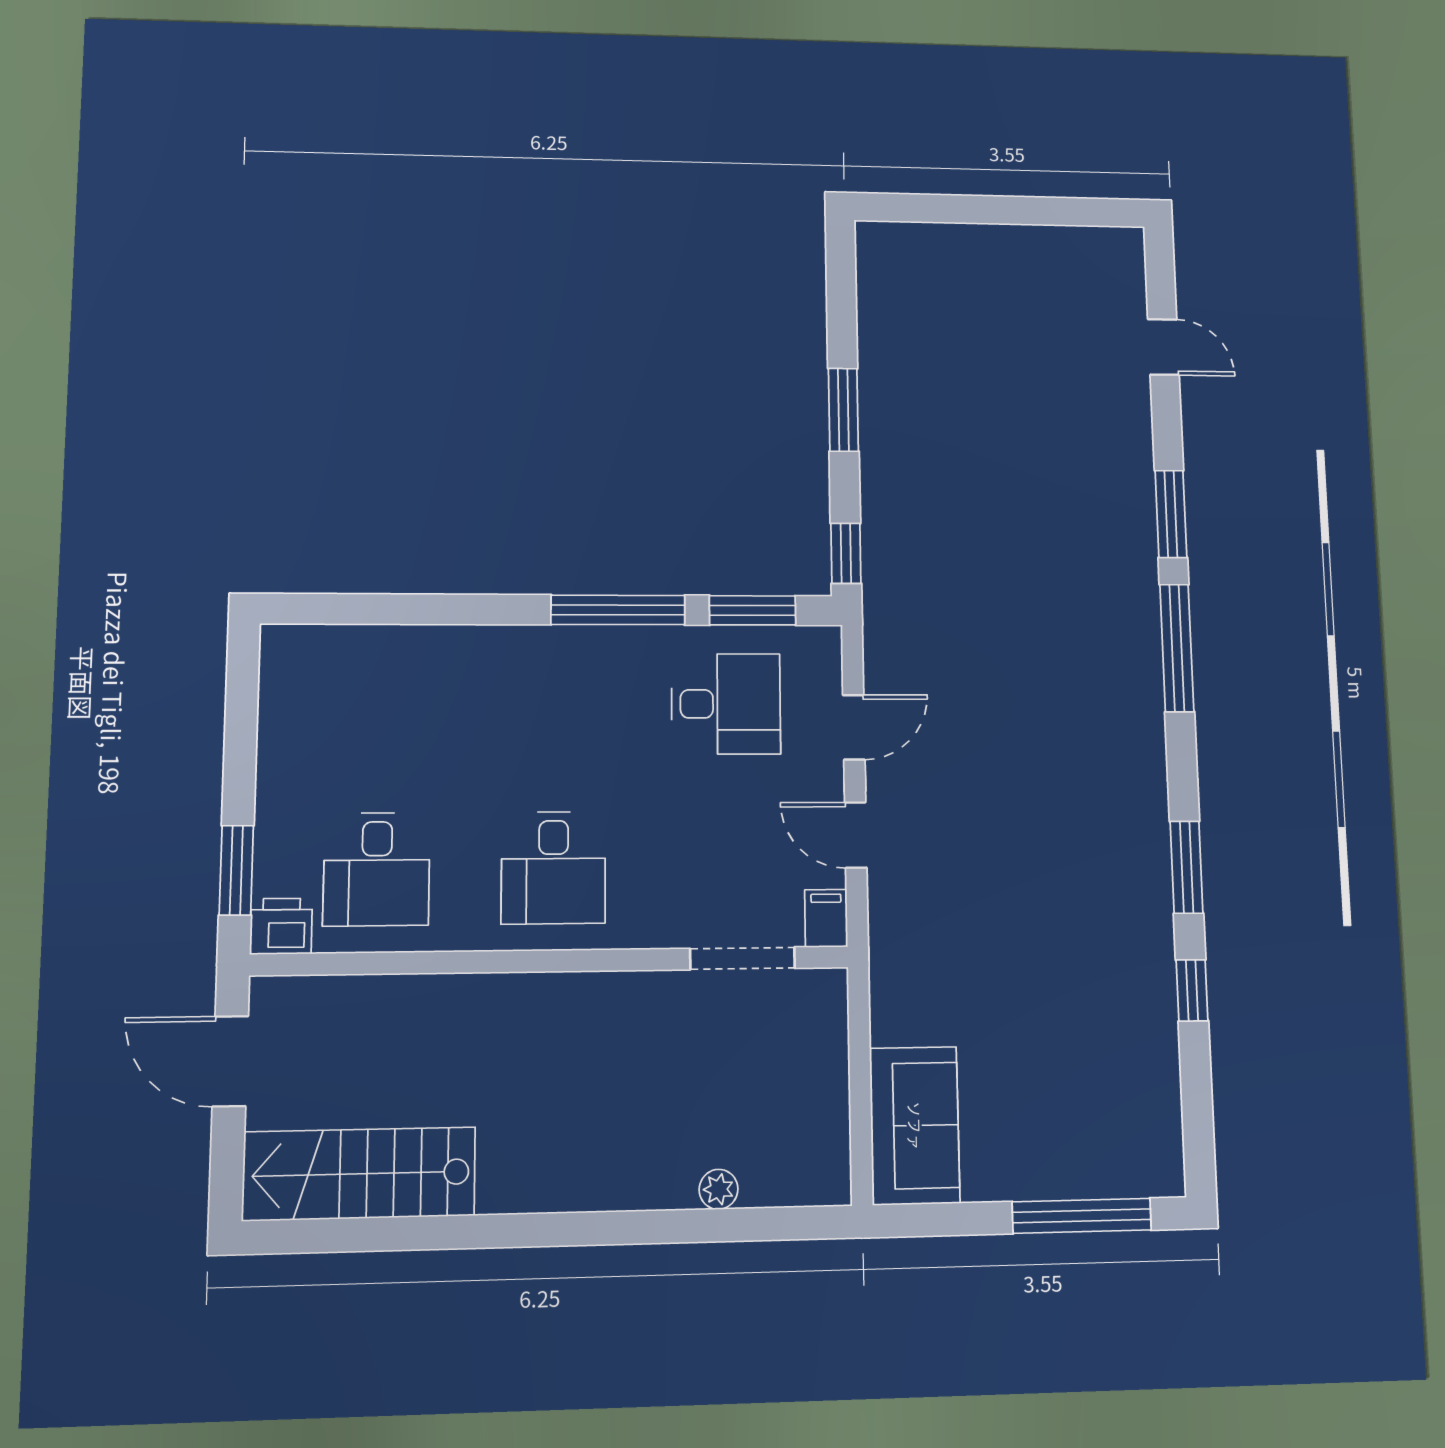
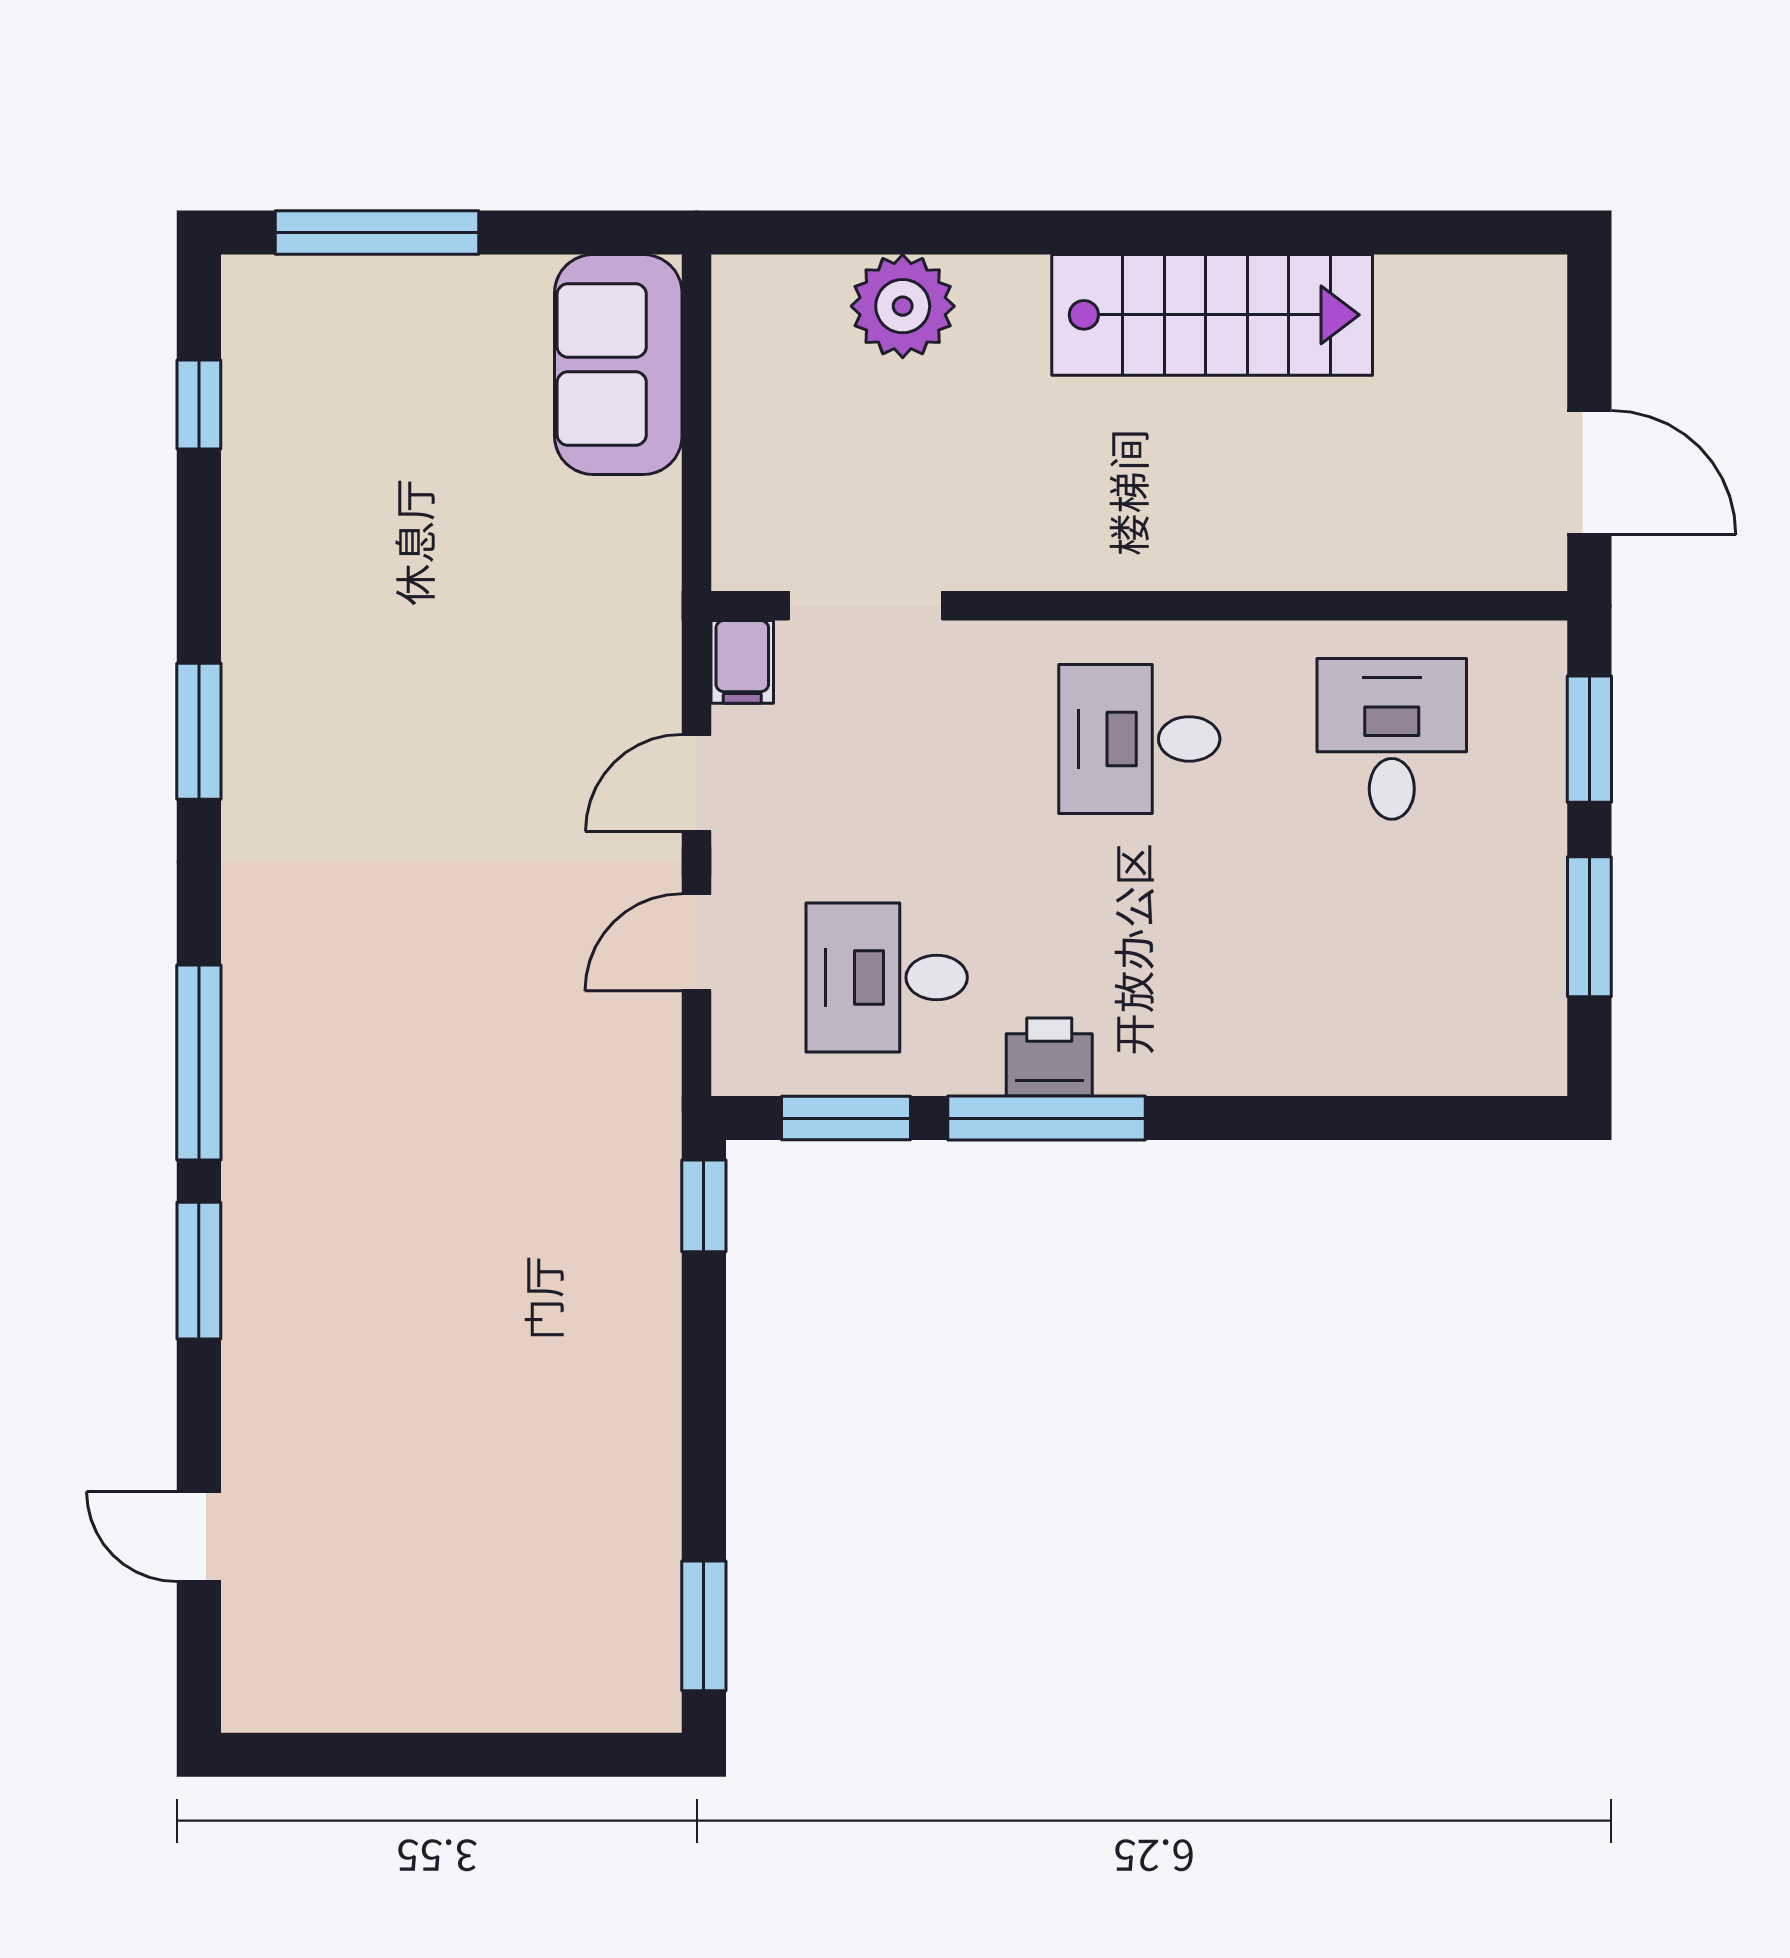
window: (843, 410) -> (704, 1626), moved
window: (241, 739) -> (1589, 927), added
door: (856, 835) -> (697, 783), swing flipped
desk: (553, 868) -> (1139, 739), turned -90
printer: (281, 926) -> (1049, 1057), moved, turned 180
window: (1192, 990) -> (199, 405), moved
stairs: (359, 1174) -> (1212, 315), moved
plant: (719, 1189) -> (903, 306), width x1.88, depth x1.88

